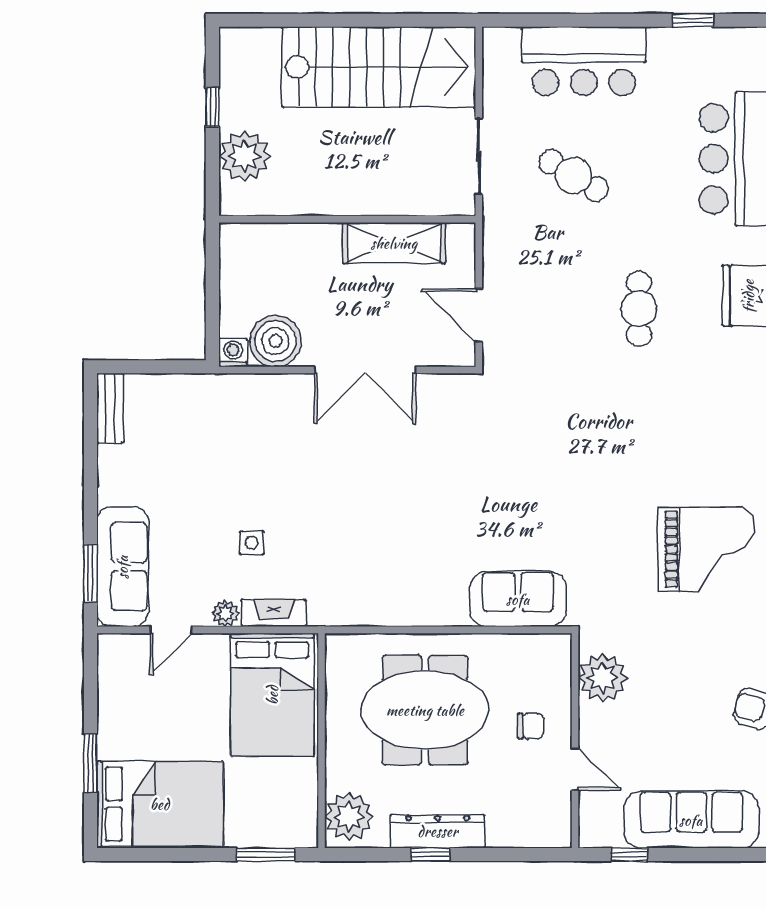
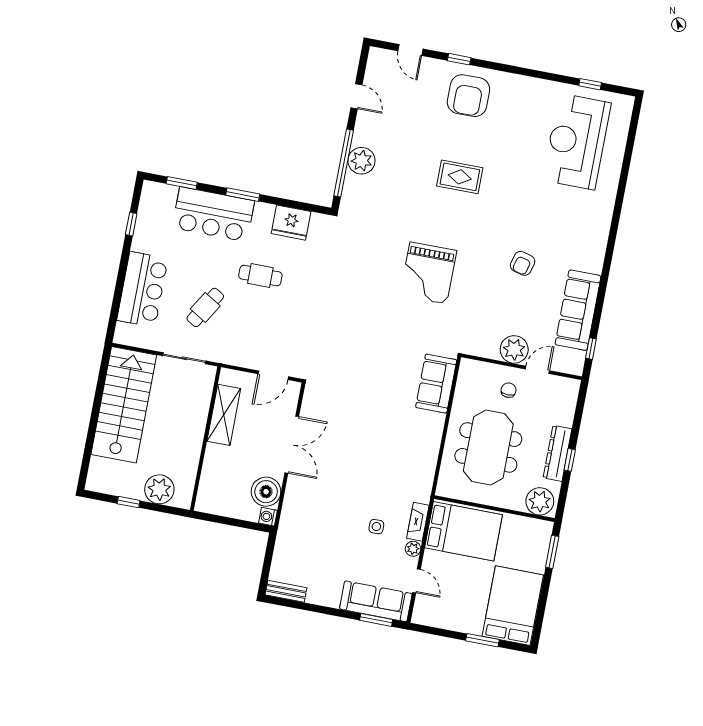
cafe table: (639, 309) -> (260, 275), moved
grand piano: (706, 549) -> (428, 273), turned 180
plant: (603, 678) -> (514, 349), moved

